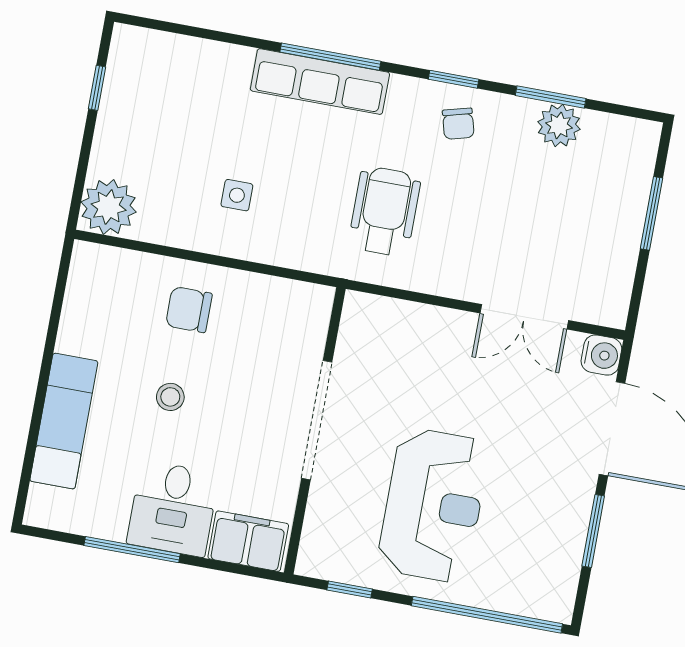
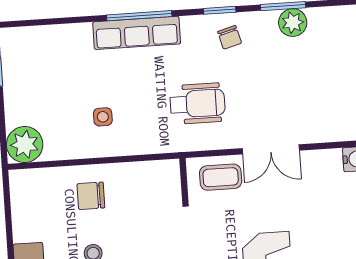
wheelchair: (385, 211) -> (197, 104), turned 90
double door: (524, 317) -> (271, 149), moved
coffee table: (391, 331) -> (221, 177), added

